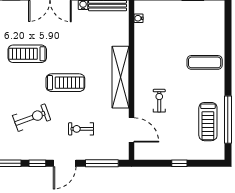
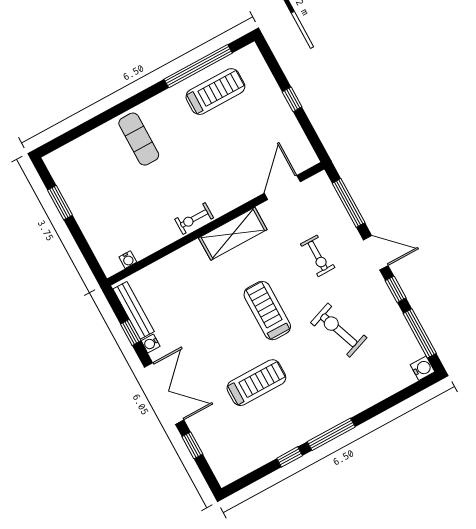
treadmill: (27, 54) -> (256, 383), turned -90
shelving: (120, 77) -> (233, 234), width x0.68
exercise bike: (159, 101) -> (194, 219), moved

